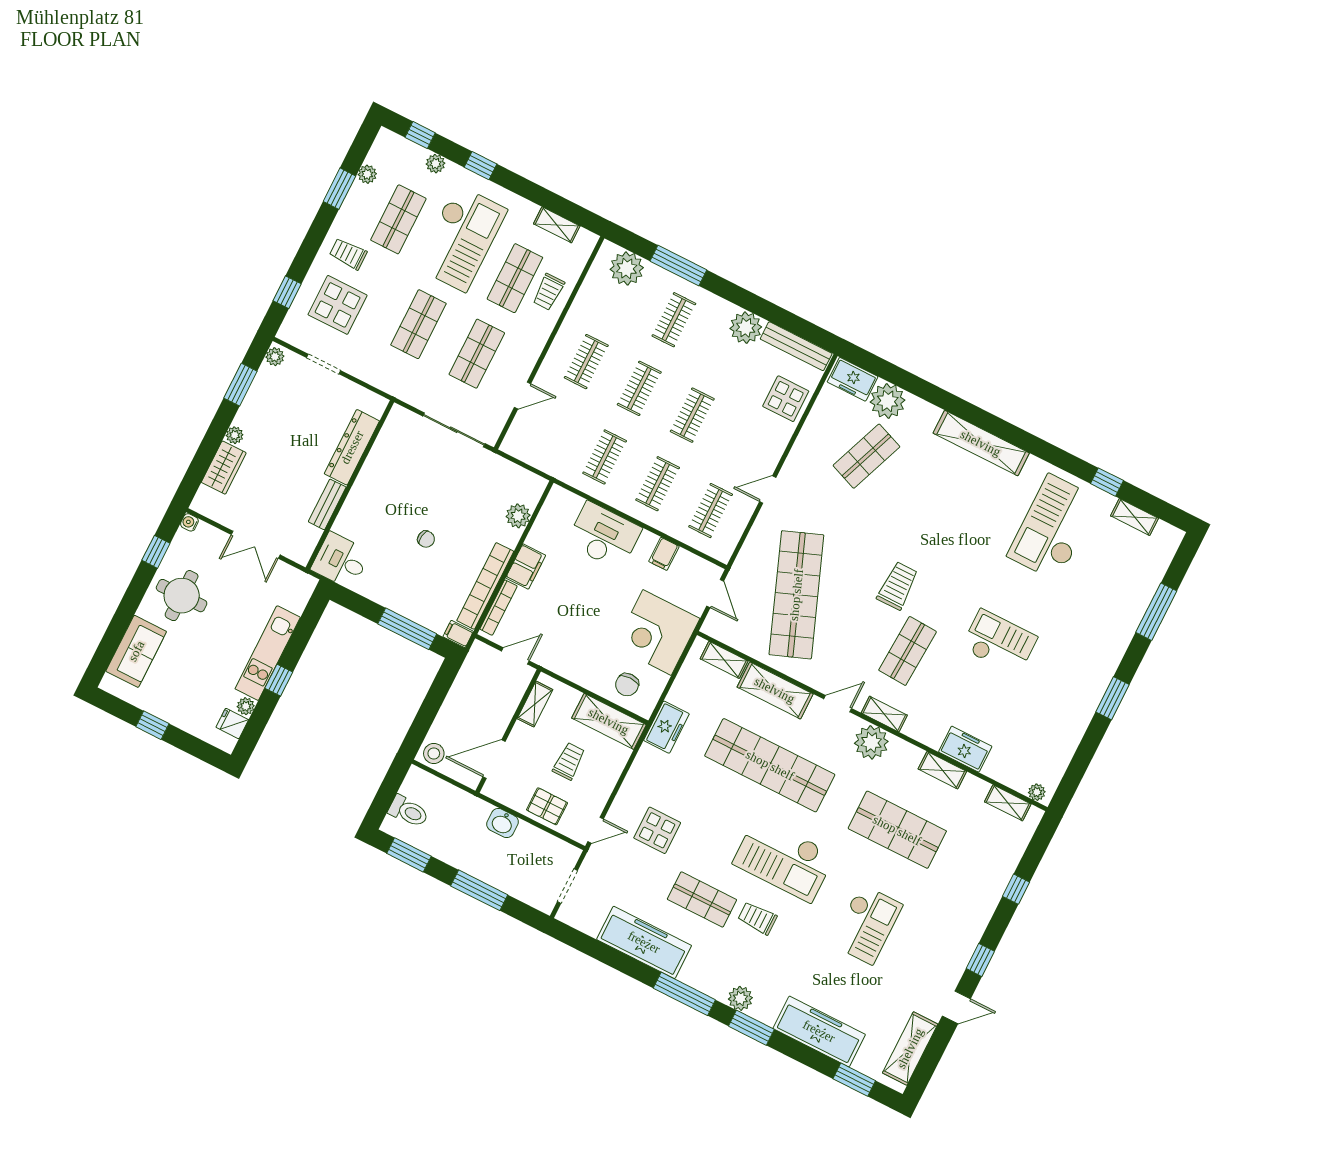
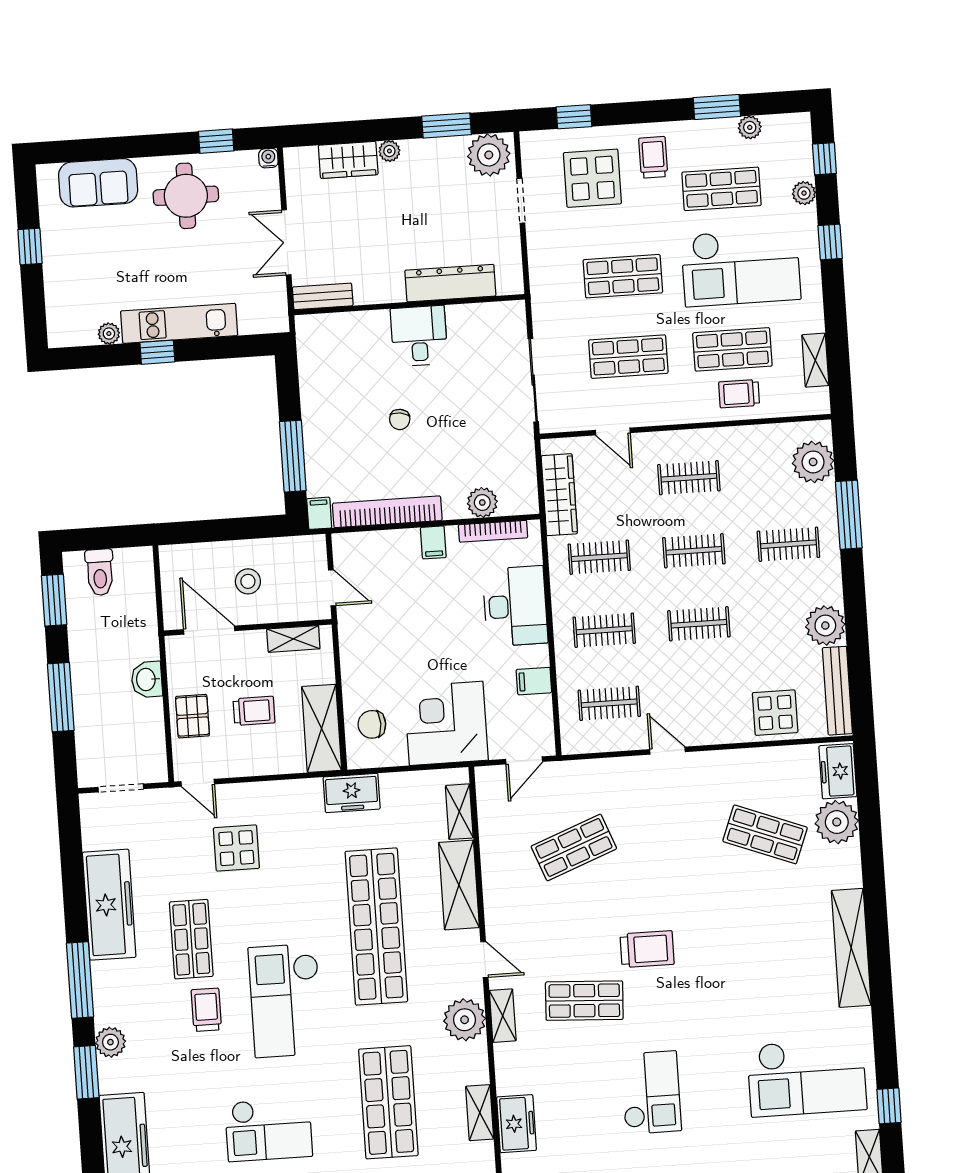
plant: (275, 357) -> (489, 155), width x1.87, depth x1.87
wardrobe: (545, 459) -> (559, 495), added
bench: (327, 504) -> (323, 296), moved
checkout: (1053, 528) -> (807, 1077), turned 180
desk: (341, 561) -> (419, 336), moved
filing cabinet: (526, 567) -> (433, 542), width x0.50
shop shelf: (796, 595) -> (574, 847), width x0.50, depth x0.74
bookcase: (498, 608) -> (493, 531), moved
fridge: (232, 723) -> (82, 330), removed
stool: (434, 753) -> (248, 581), moved

